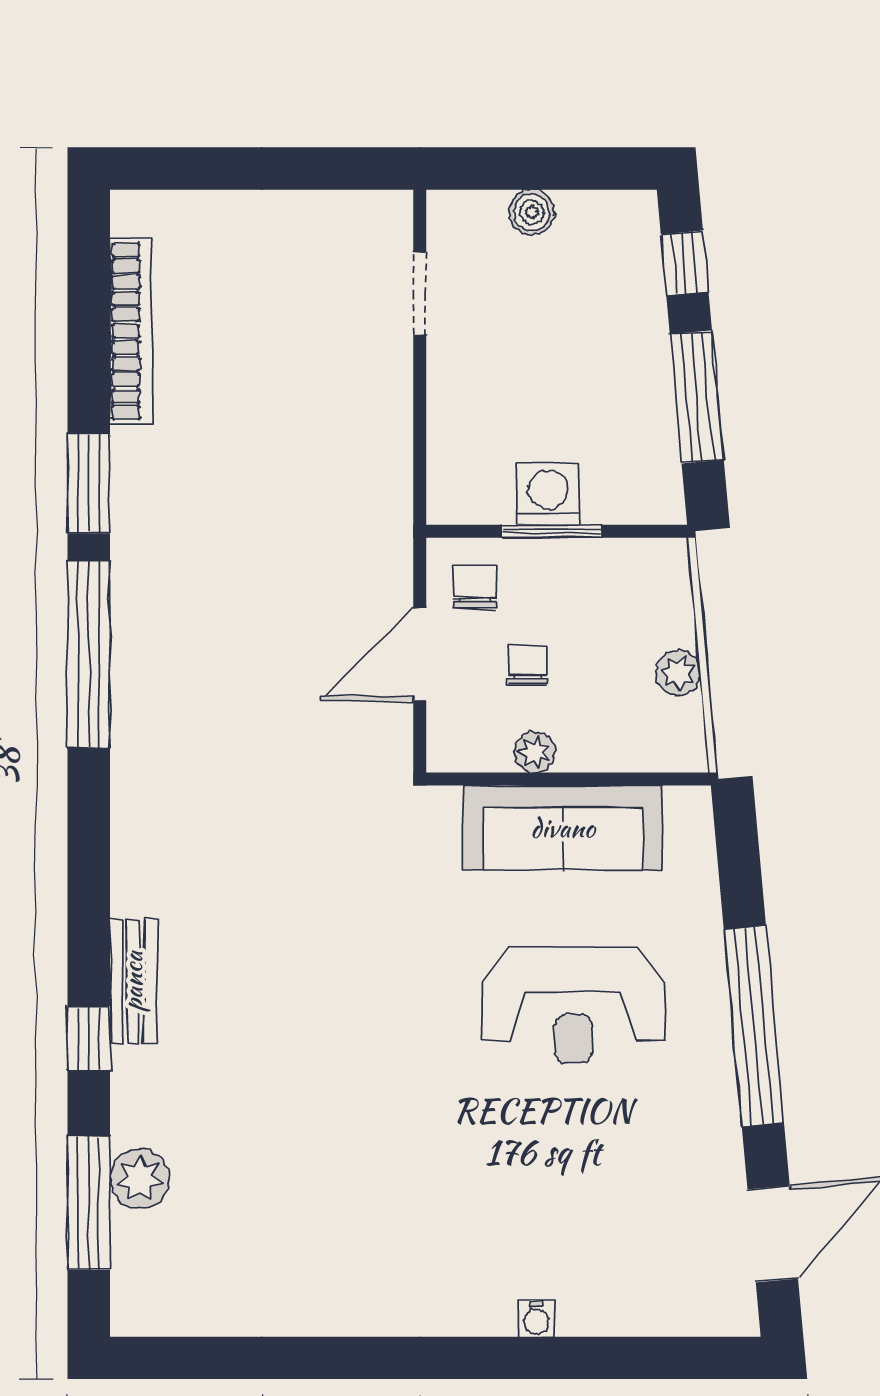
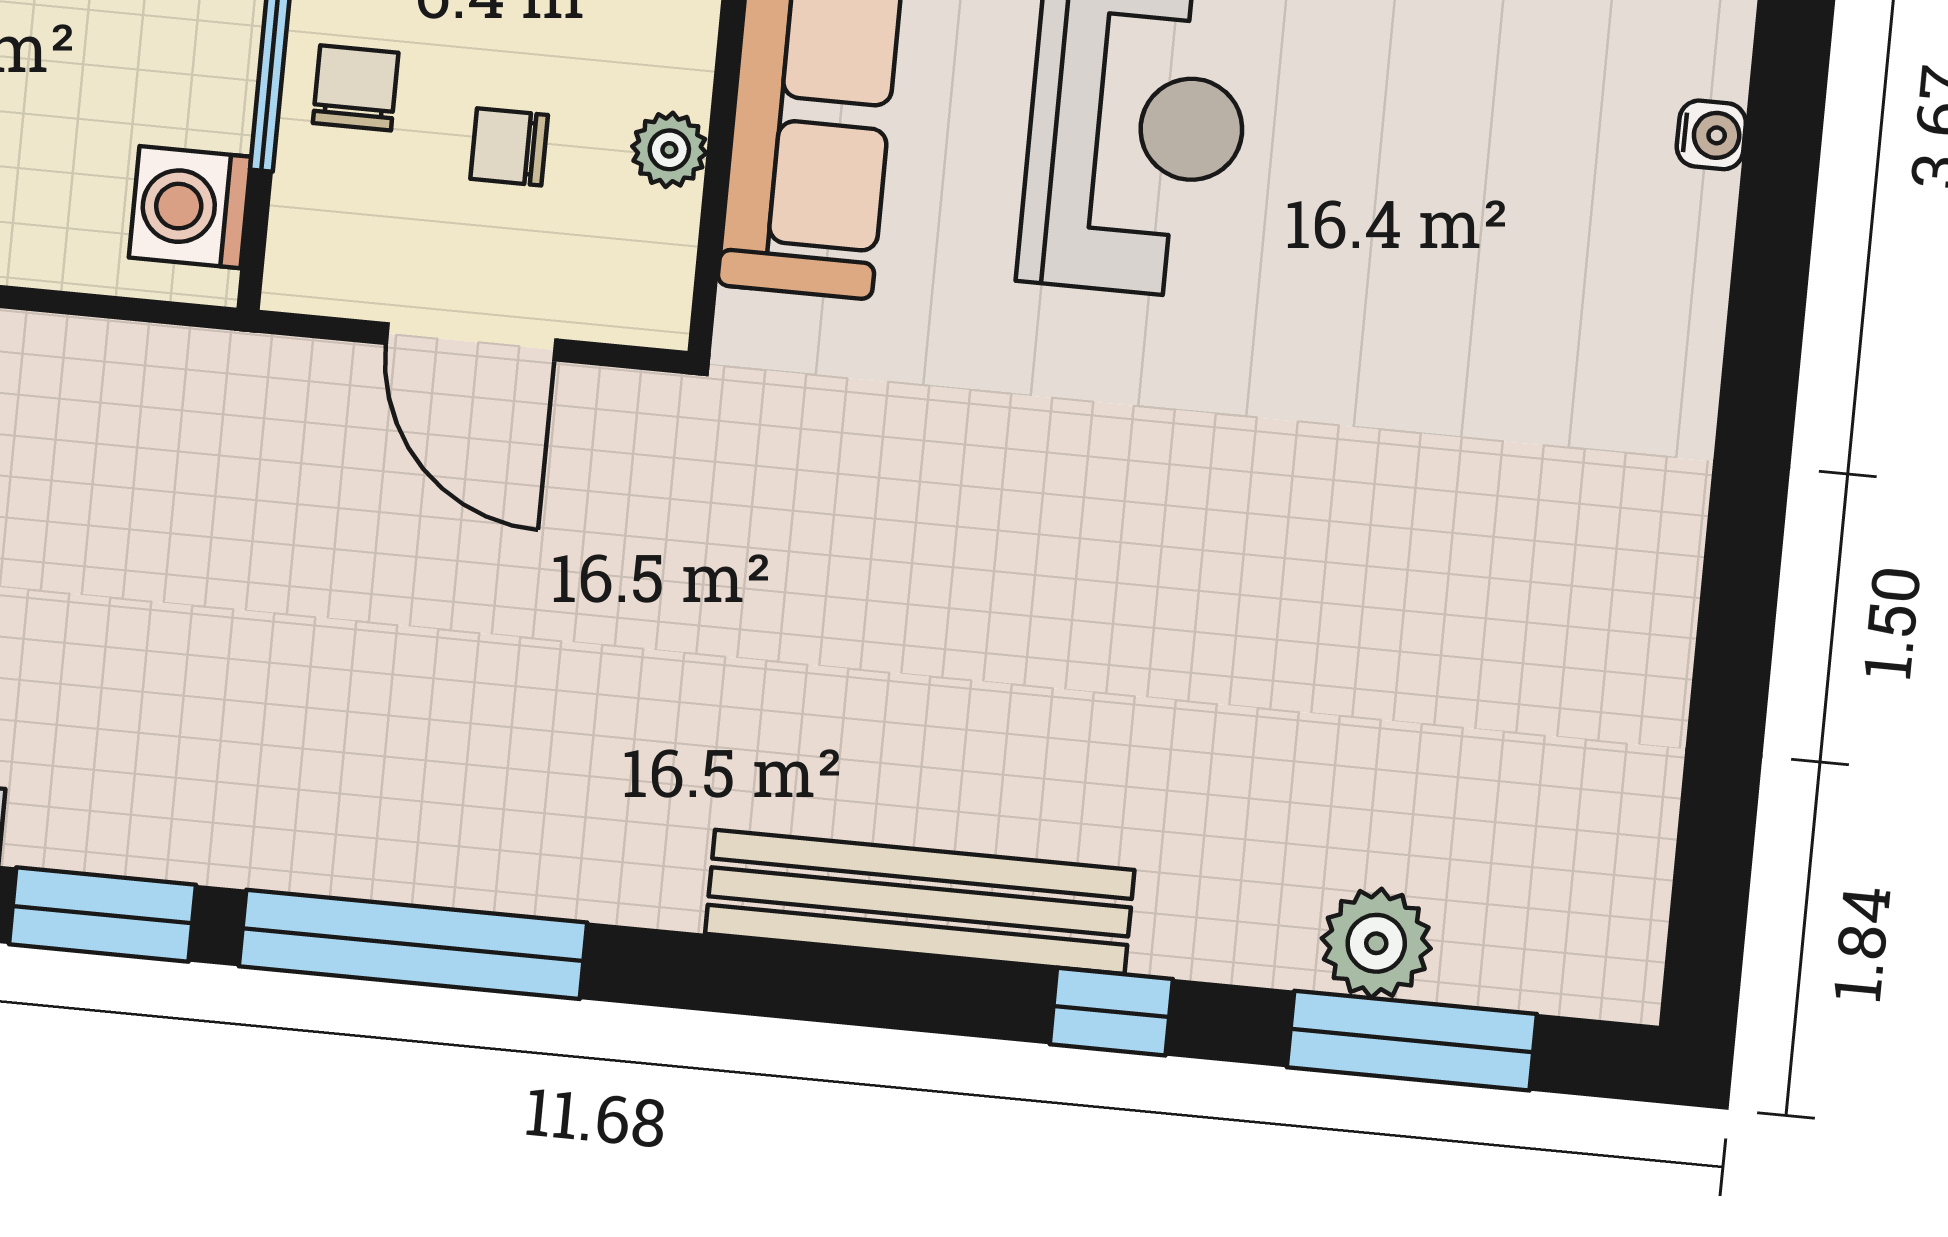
washing machine: (548, 494) -> (190, 207), moved
chair: (475, 586) -> (356, 88), moved, turned 90
bench: (133, 981) -> (920, 902), width x1.86, depth x1.21
water cooler: (537, 1319) -> (1711, 135), moved

